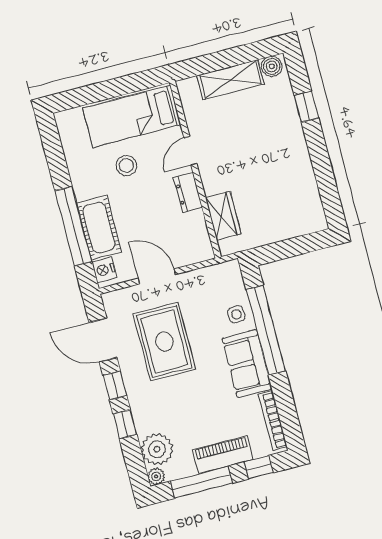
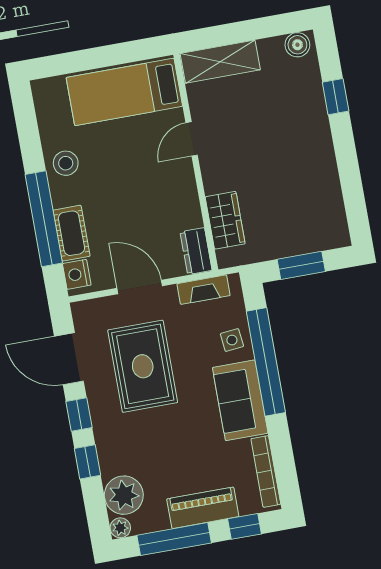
shelving: (230, 80) -> (220, 62), moved
stool: (126, 165) -> (66, 163), moved
dresser: (188, 193) -> (196, 251), moved
cot: (99, 228) -> (71, 233), width x0.73, depth x0.75
window: (289, 248) -> (301, 265), added
fireplace: (210, 274) -> (204, 290), added

